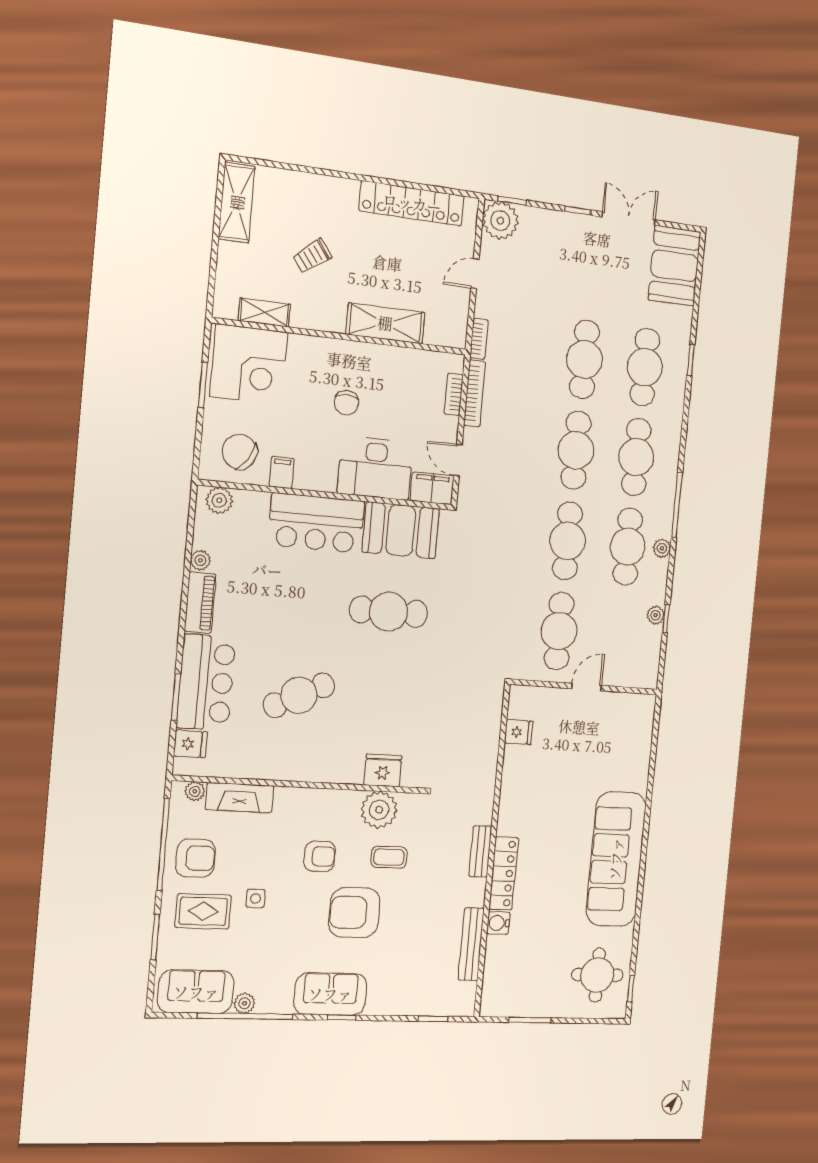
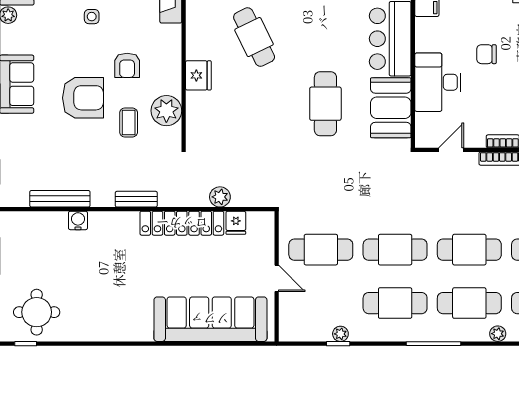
filing cabinet: (432, 488) -> (427, 130), removed
plant: (662, 548) -> (498, 334), moved
plant: (487, 750) -> (220, 197), added
fridge: (383, 770) -> (198, 75), moved
sofa: (616, 859) -> (210, 319), moved
locker: (504, 873) -> (182, 223), moved, width x1.41, depth x1.21
armchair: (354, 913) -> (83, 98), turned 90

